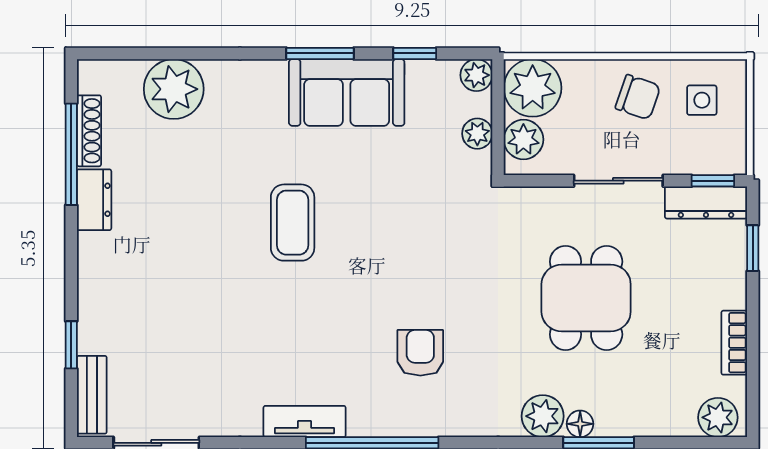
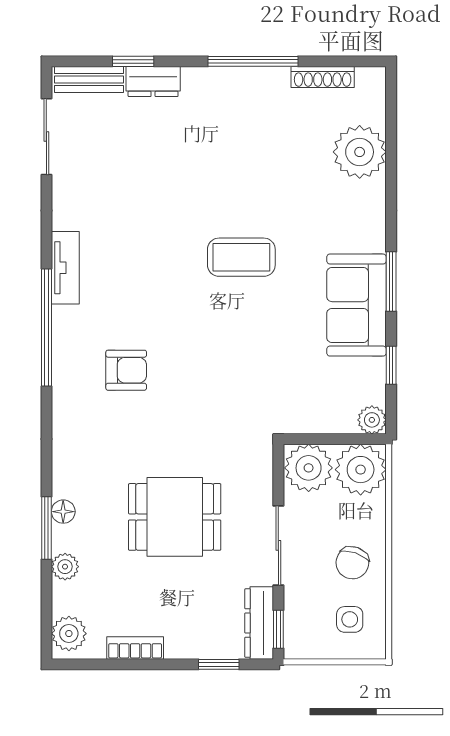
plant: (477, 134) -> (320, 421), removed
plant: (523, 140) -> (309, 468), width x1.36, depth x1.36
window: (71, 154) -> (253, 61), moved
dresser: (94, 200) -> (153, 82), moved
plant: (543, 416) -> (65, 567), moved, width x0.73, depth x0.73

